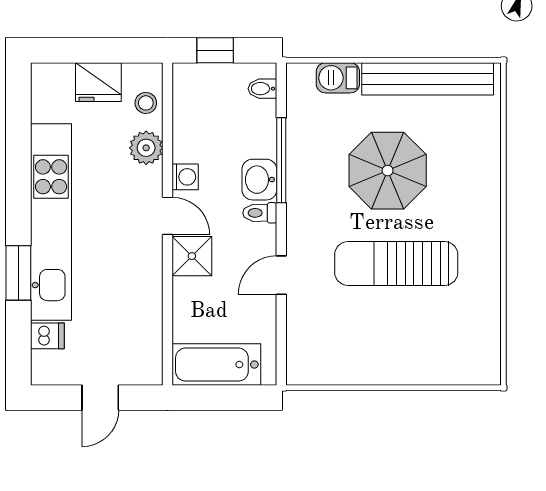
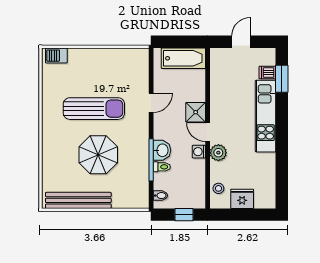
barbecue: (338, 78) -> (56, 56), moved, turned 180
plant: (146, 148) -> (218, 153), moved
toilet: (260, 213) -> (162, 167), moved
kitchen unit: (51, 222) -> (266, 116), width x0.73
window: (18, 273) -> (282, 79), moved

